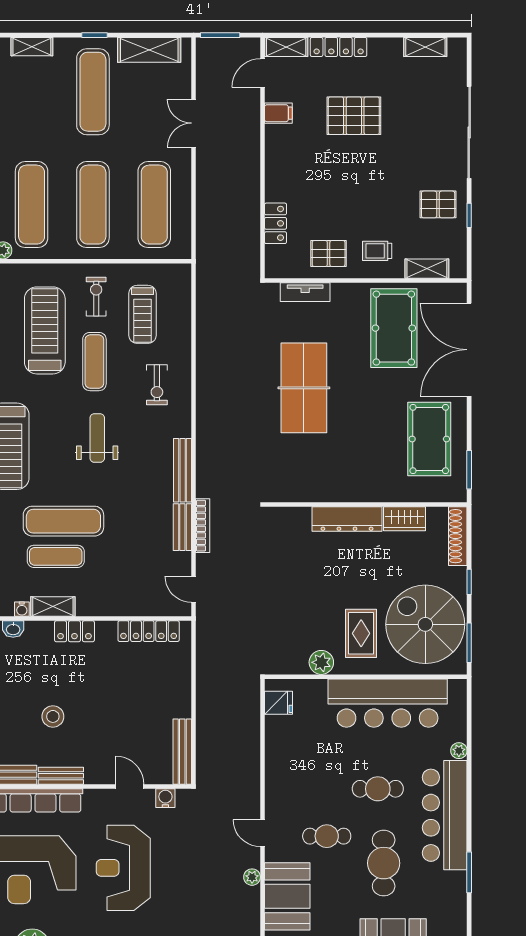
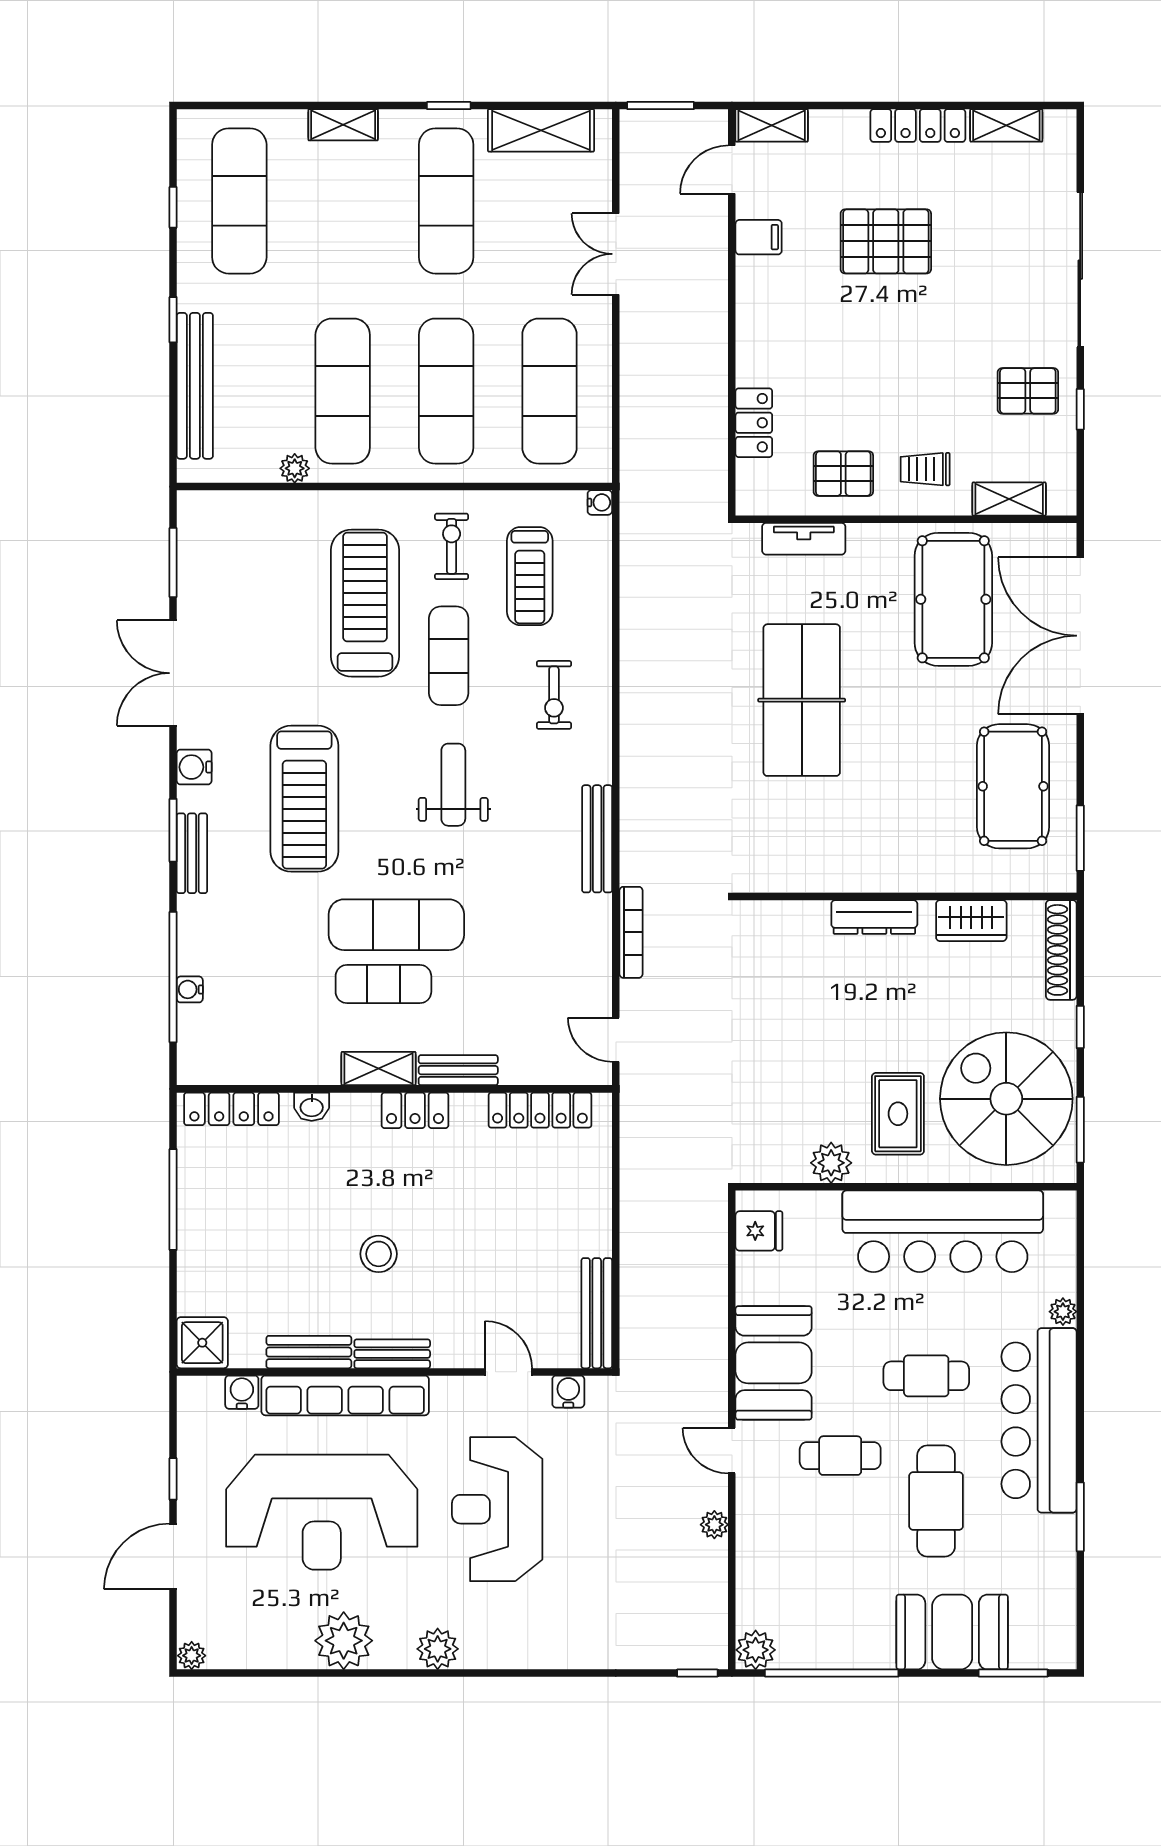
locker: (339, 47) -> (918, 126), moved
dresser: (347, 519) -> (874, 917), width x0.73, depth x0.80
bench: (182, 527) -> (458, 1070), moved, turned 90
water cooler: (22, 609) -> (600, 502), moved, turned -90
booth: (287, 896) -> (774, 1363), moved

